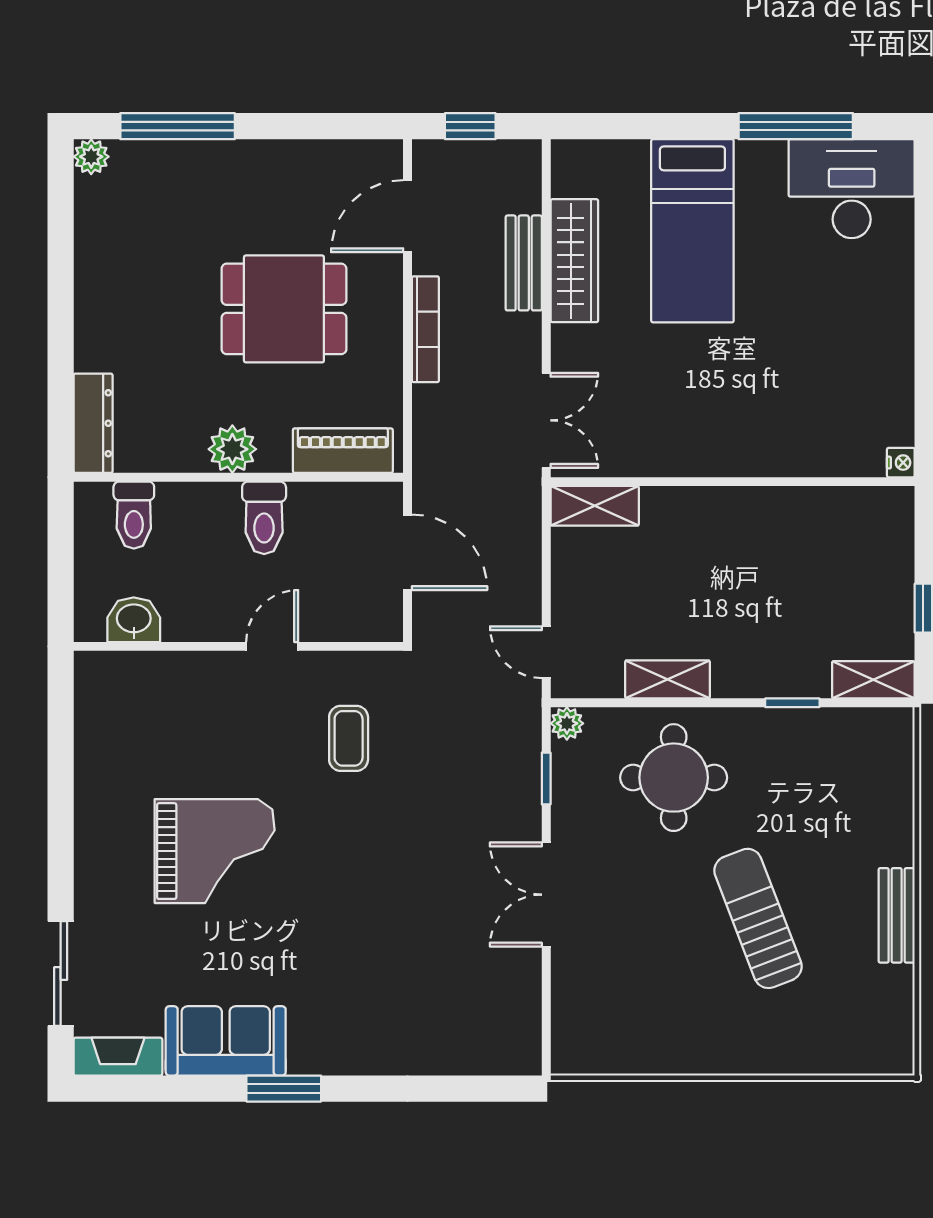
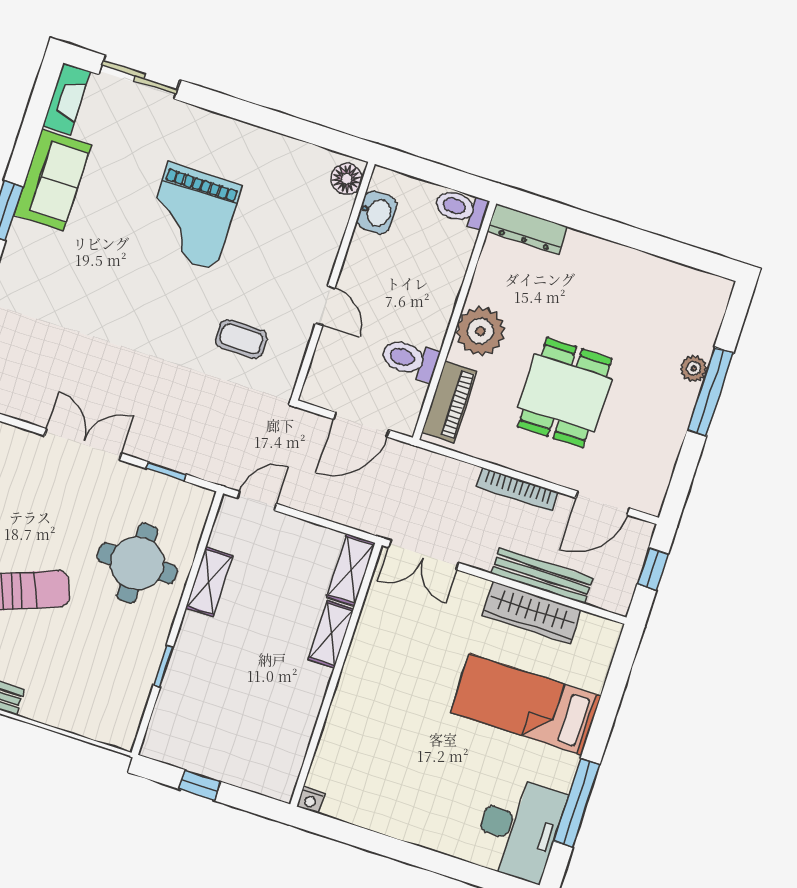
window: (178, 126) -> (710, 391), moved
plant: (91, 157) -> (694, 368), moved
door: (407, 216) -> (603, 503), swing flipped
bench: (524, 263) -> (542, 576), width x1.36
plant: (232, 449) -> (480, 331), width x1.36, depth x1.36
toilet: (134, 515) -> (461, 208), moved
toilet: (264, 518) -> (410, 359), moved
floor lamp: (104, 671) -> (347, 179), added
shelving: (873, 680) -> (331, 634), moved
plant: (567, 723) -> (201, 499), removed

